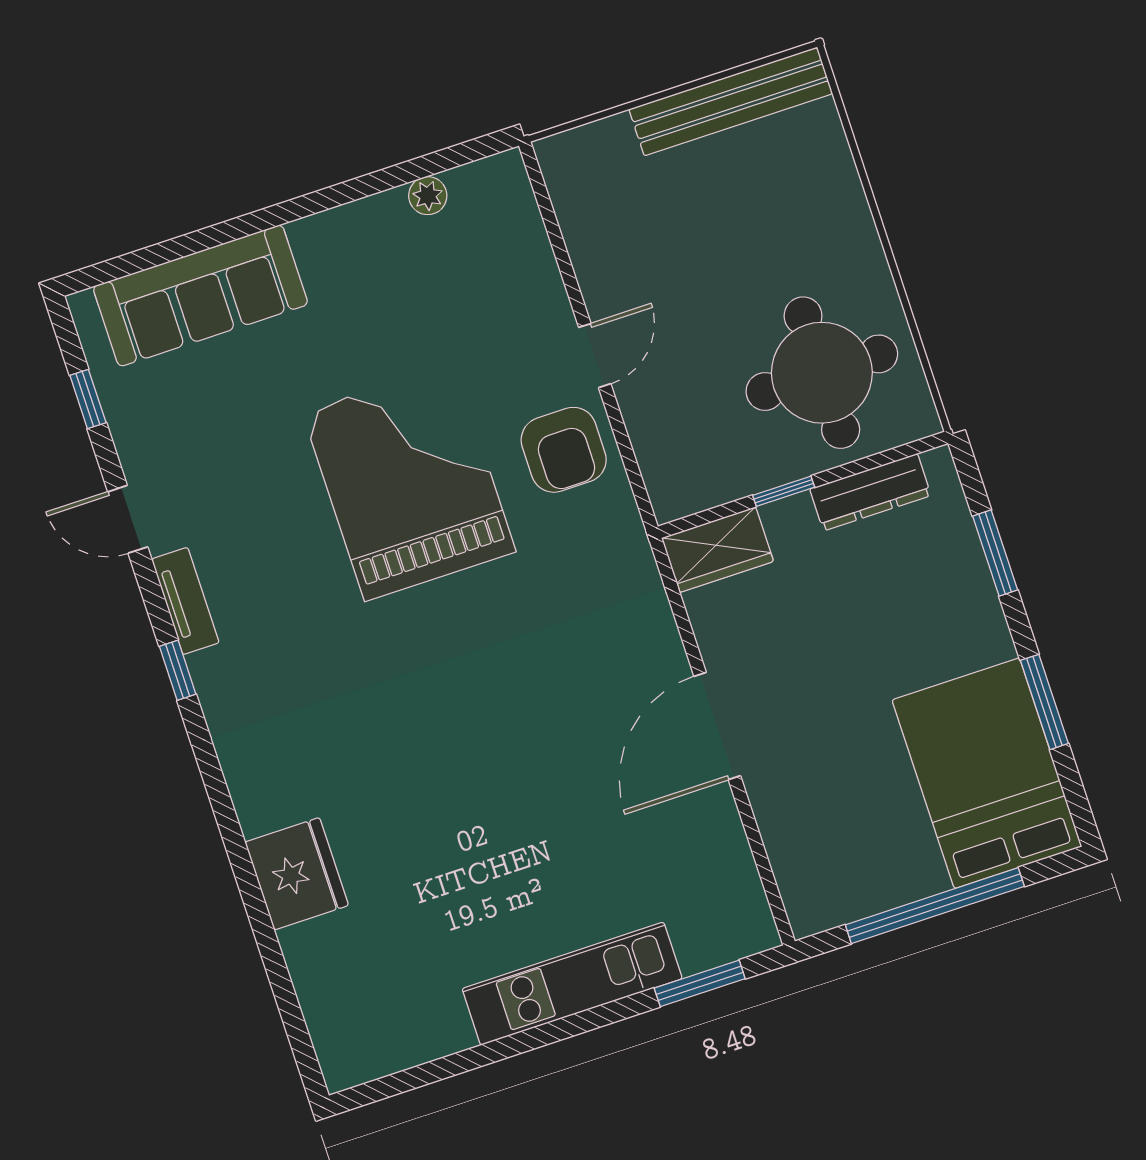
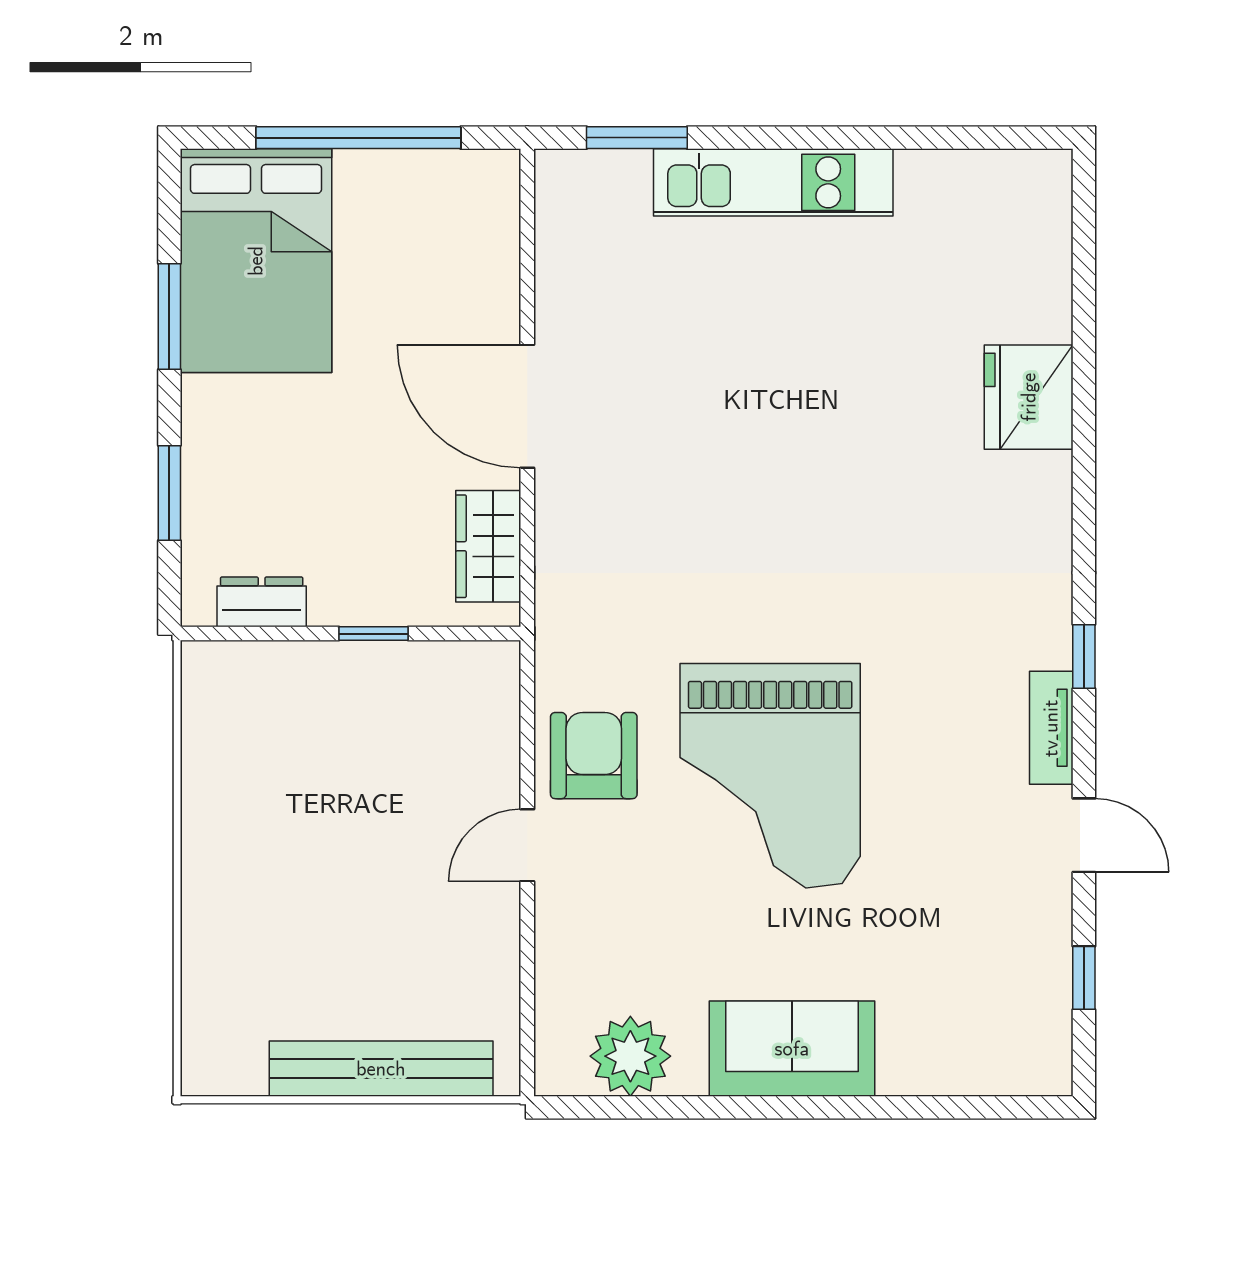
bench: (731, 101) -> (381, 1069), moved
plant: (428, 196) -> (630, 1056), width x1.88, depth x1.88
sofa: (200, 296) -> (792, 1049), moved, width x0.73
round table: (822, 373) -> (291, 747), removed
dresser: (870, 492) -> (262, 602), width x0.70
wardrobe: (717, 550) -> (488, 546), moved, turned -90
door: (717, 726) -> (527, 406), swing flipped

